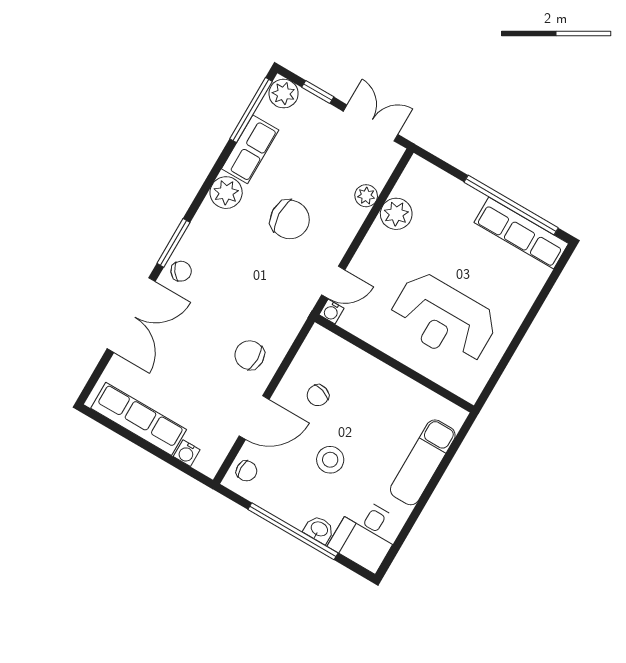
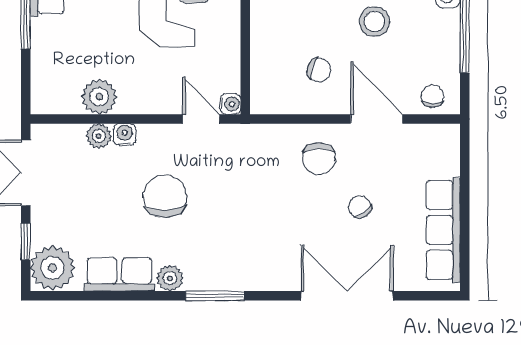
plant: (284, 94) -> (52, 268), width x1.36, depth x1.36
window: (251, 110) -> (81, 296), removed
plant: (226, 193) -> (170, 278), width x0.73, depth x0.73
window: (173, 243) -> (215, 296), moved
chair: (181, 271) -> (360, 207), moved
water cooler: (187, 453) -> (125, 135), moved, turned -90

